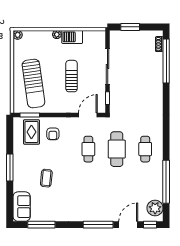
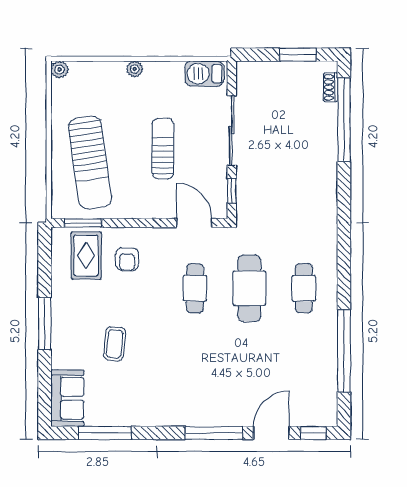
window: (130, 27) -> (298, 55), moved
barbecue: (72, 37) -> (204, 74), moved
door: (88, 115) -> (194, 223), hinge flipped
plant: (155, 208) -> (323, 401), removed

